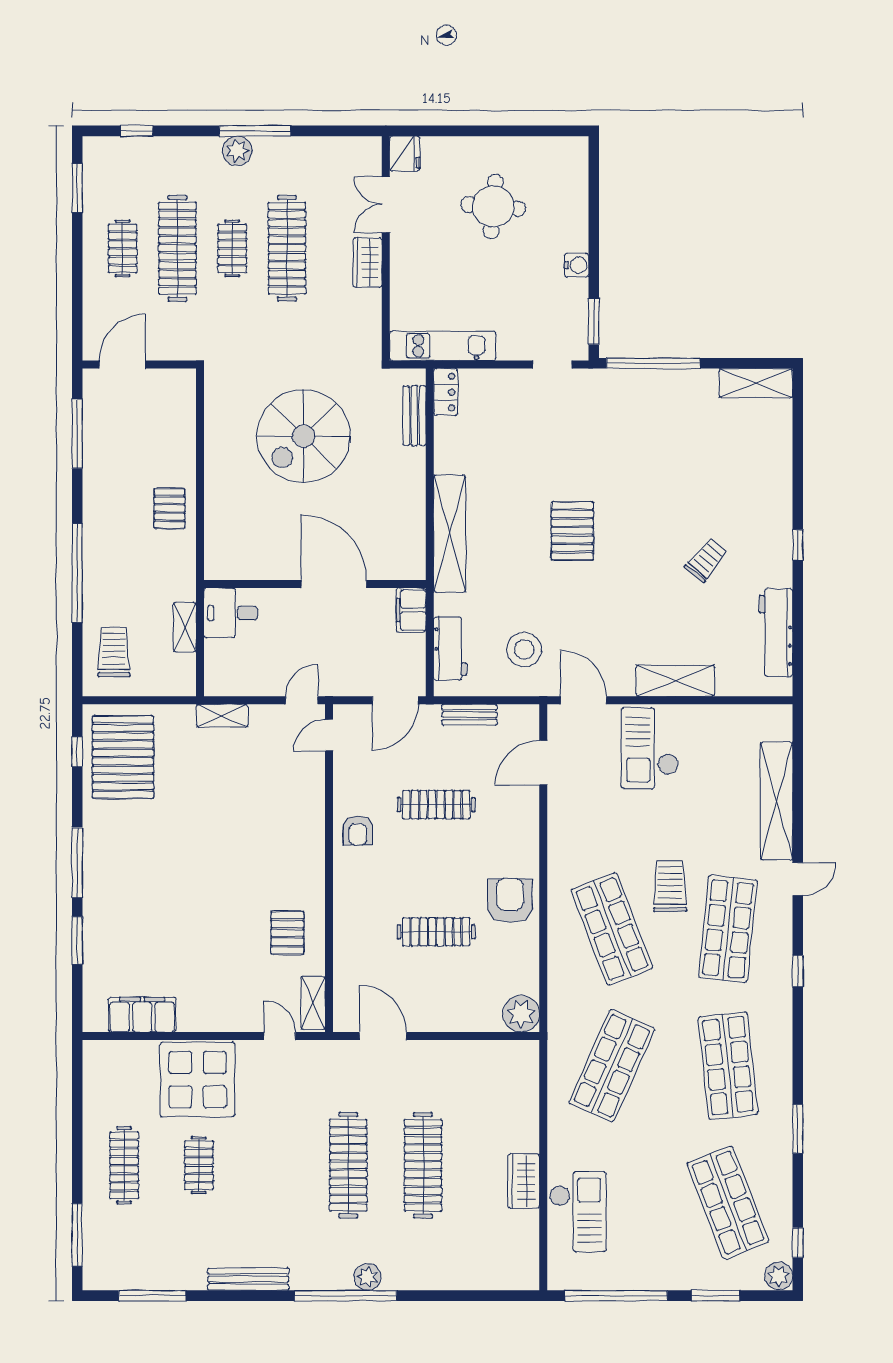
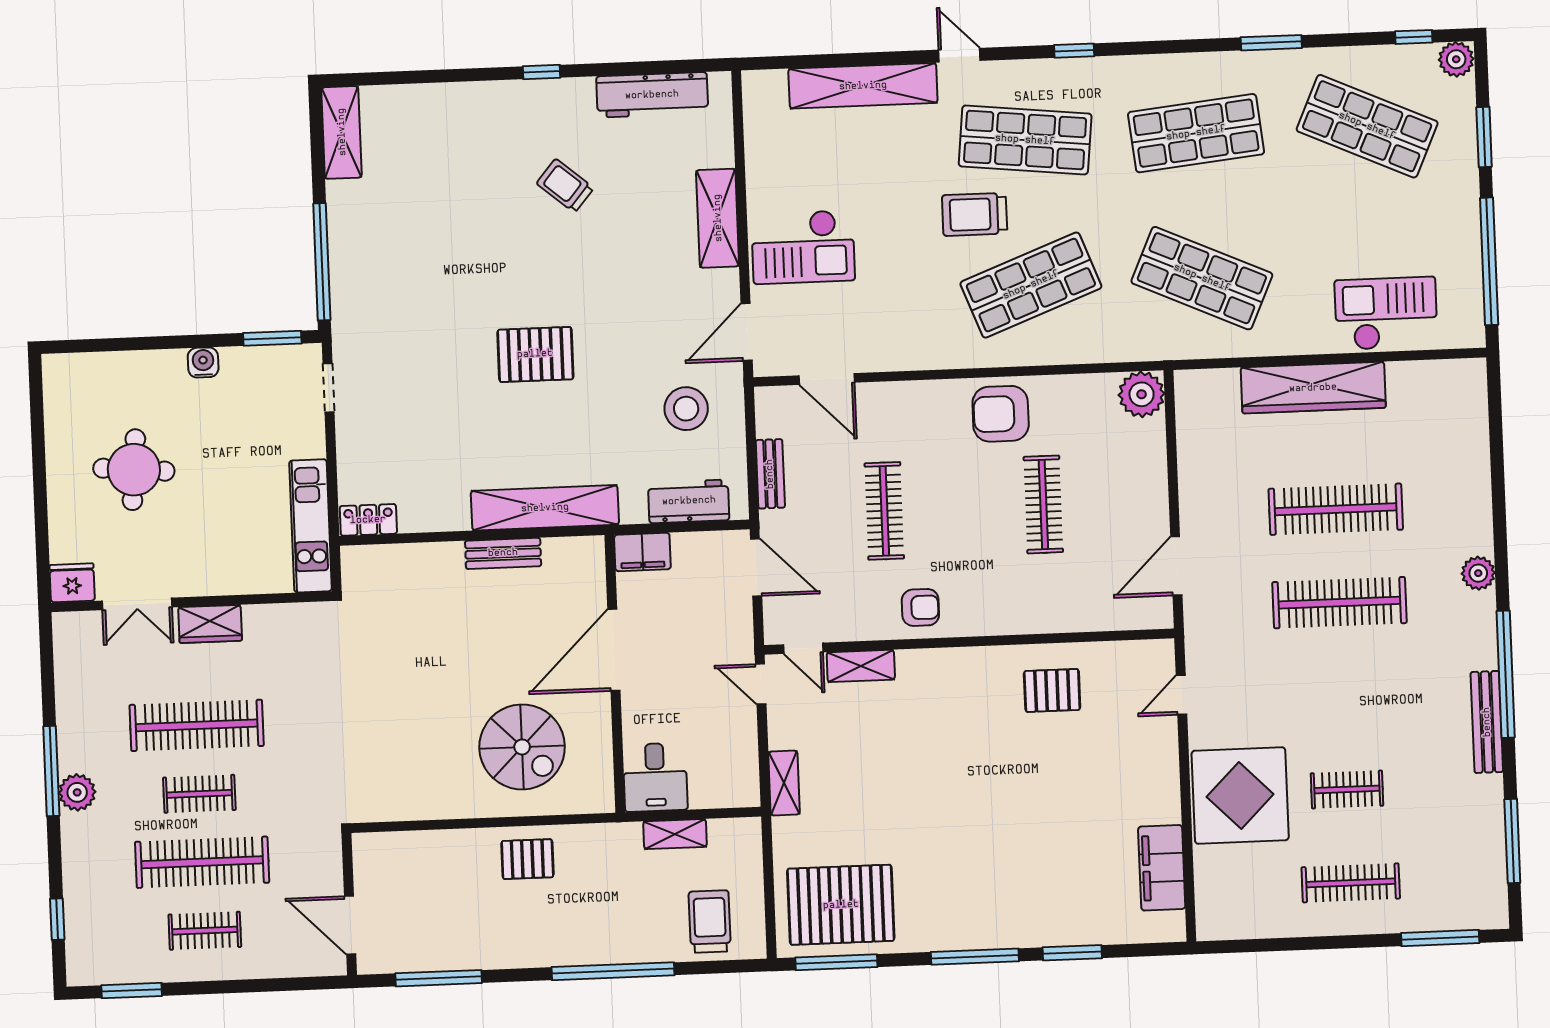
bench: (414, 416) -> (503, 553), moved
spiral stairs: (304, 436) -> (522, 747), moved, width x0.73, depth x0.73
trolley: (114, 652) -> (710, 922), turned 90
window: (77, 752) -> (836, 962), width x2.17
shelving: (313, 1003) -> (861, 666), moved
wardrobe: (524, 1181) -> (1313, 388), width x2.10, depth x1.17
shop shelf: (728, 1203) -> (1367, 126), turned 45
window: (346, 1296) -> (1506, 674), moved

